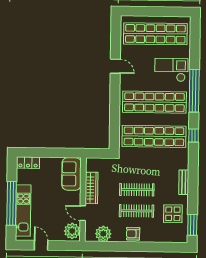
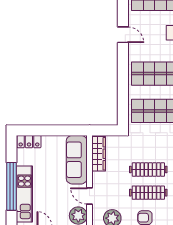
sofa: (71, 174) -> (77, 160), width x1.36
wardrobe: (91, 188) -> (99, 154), moved

